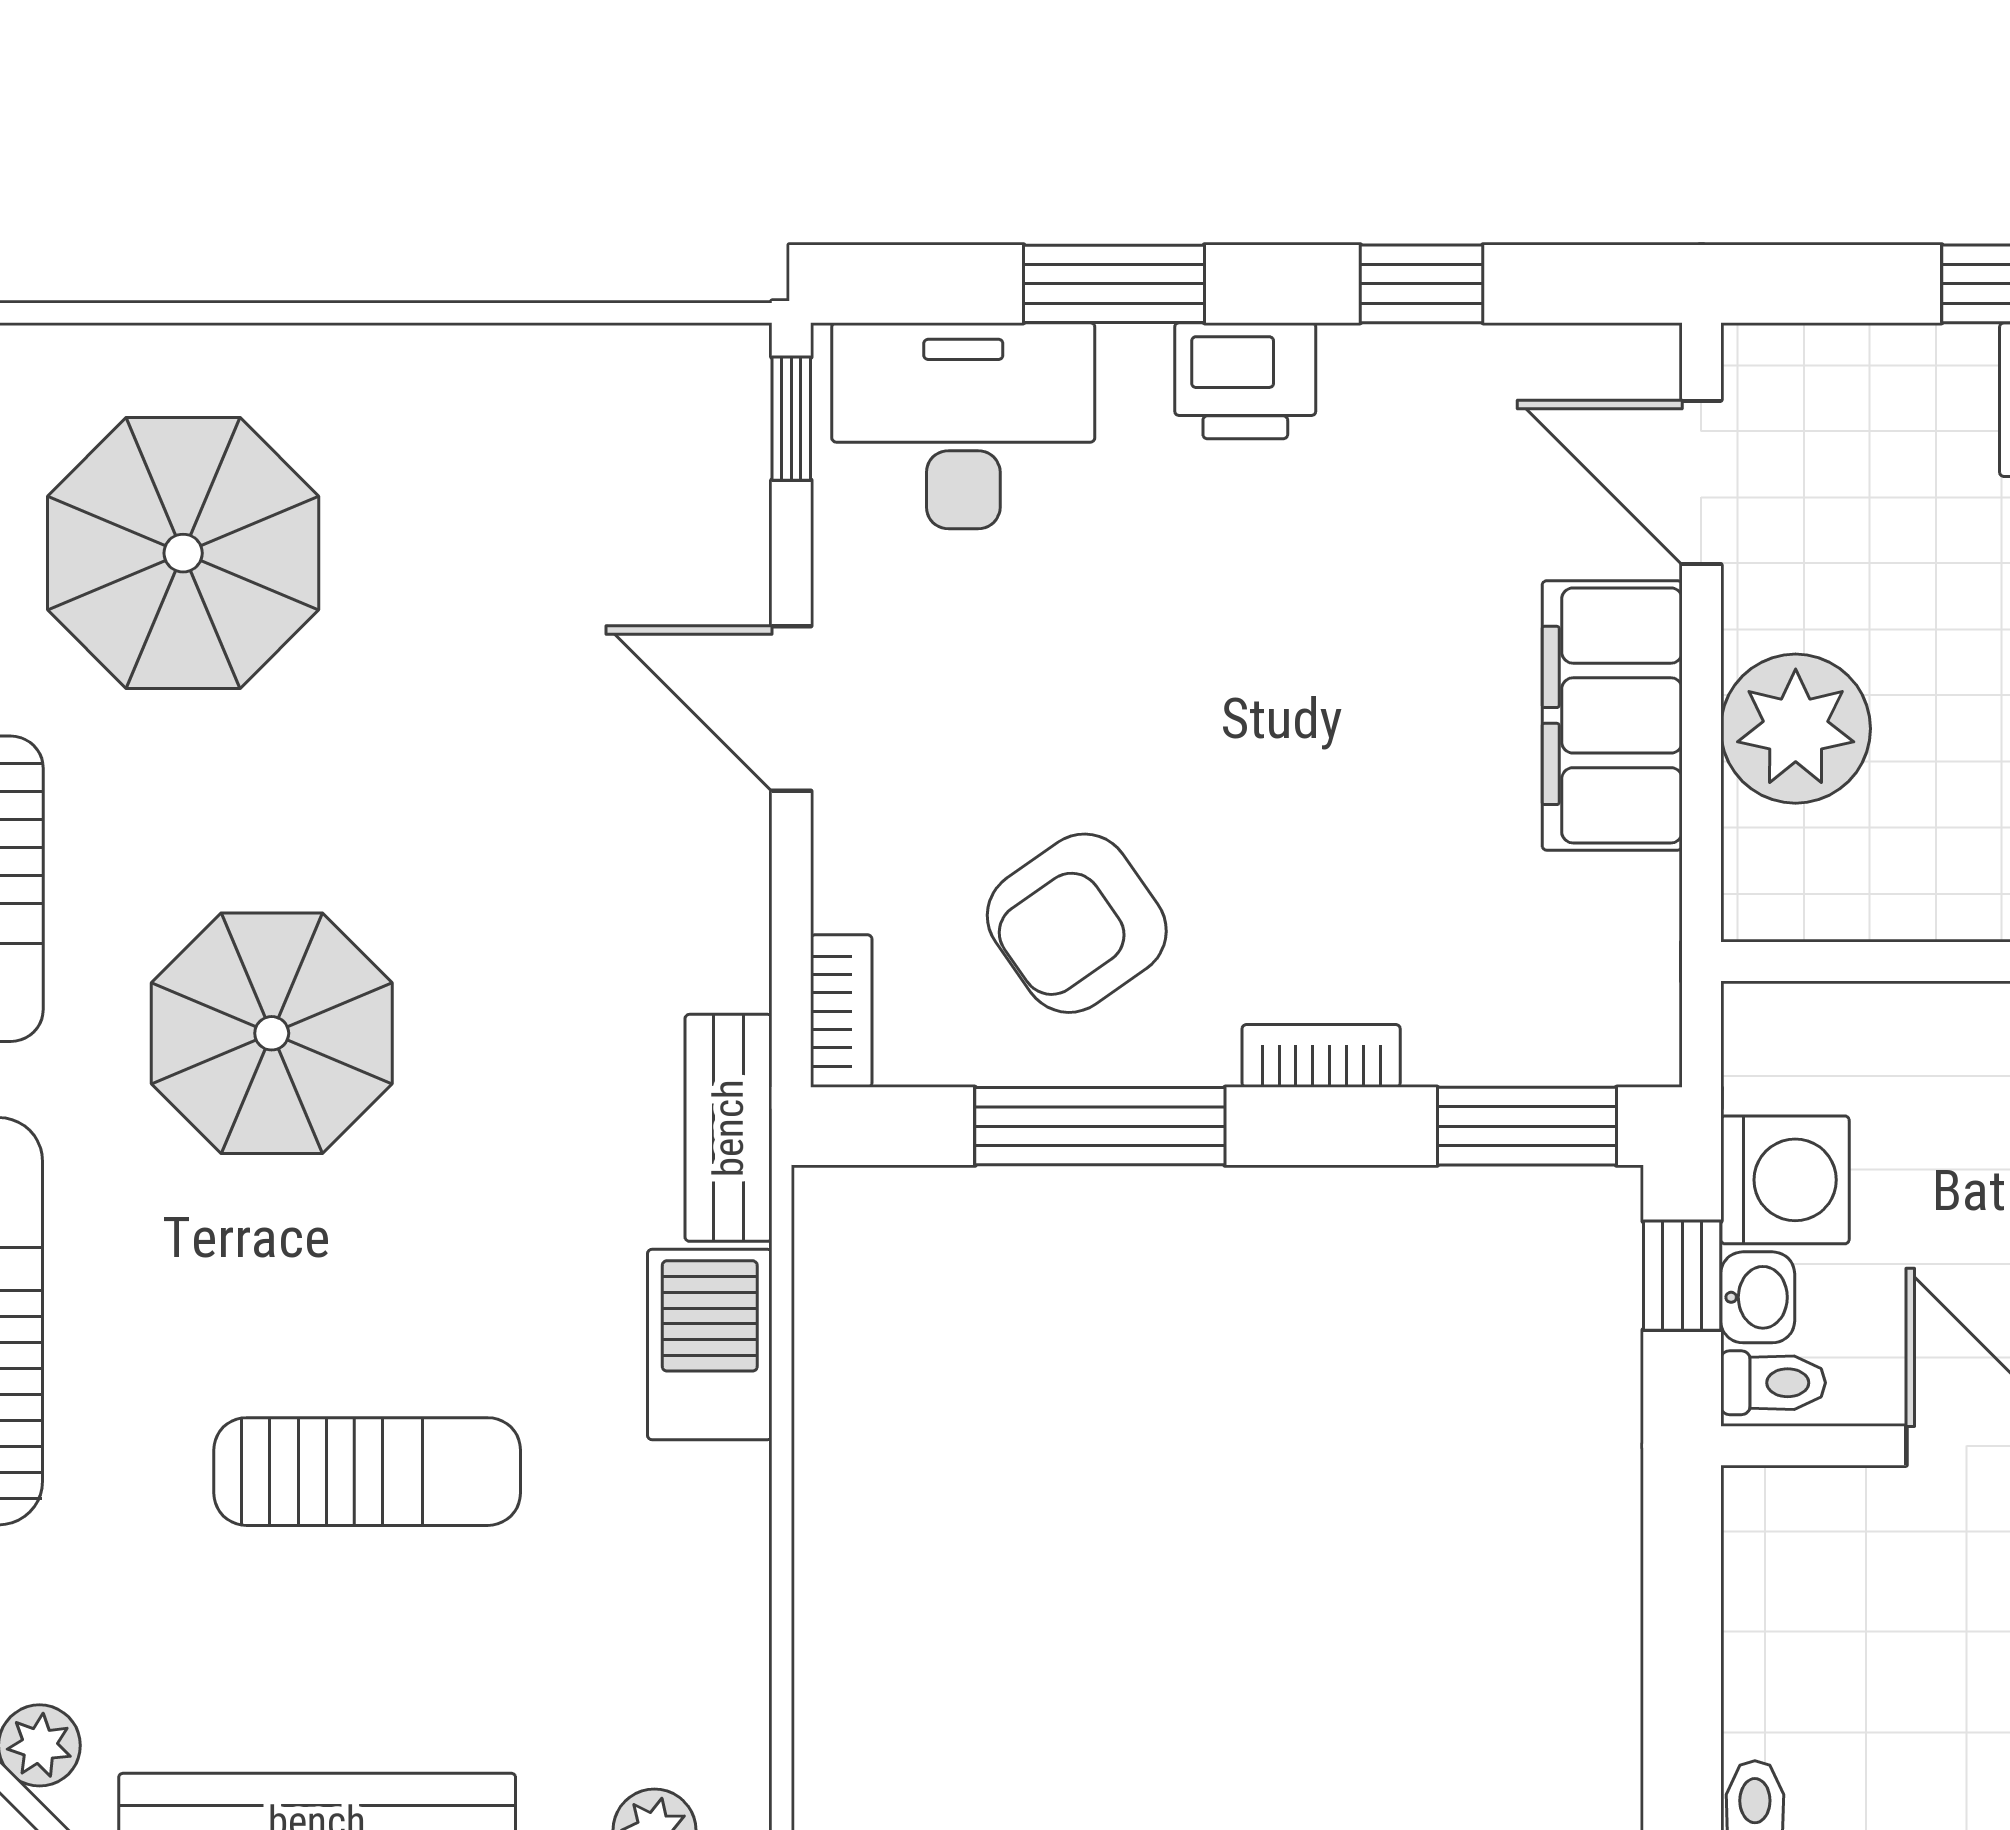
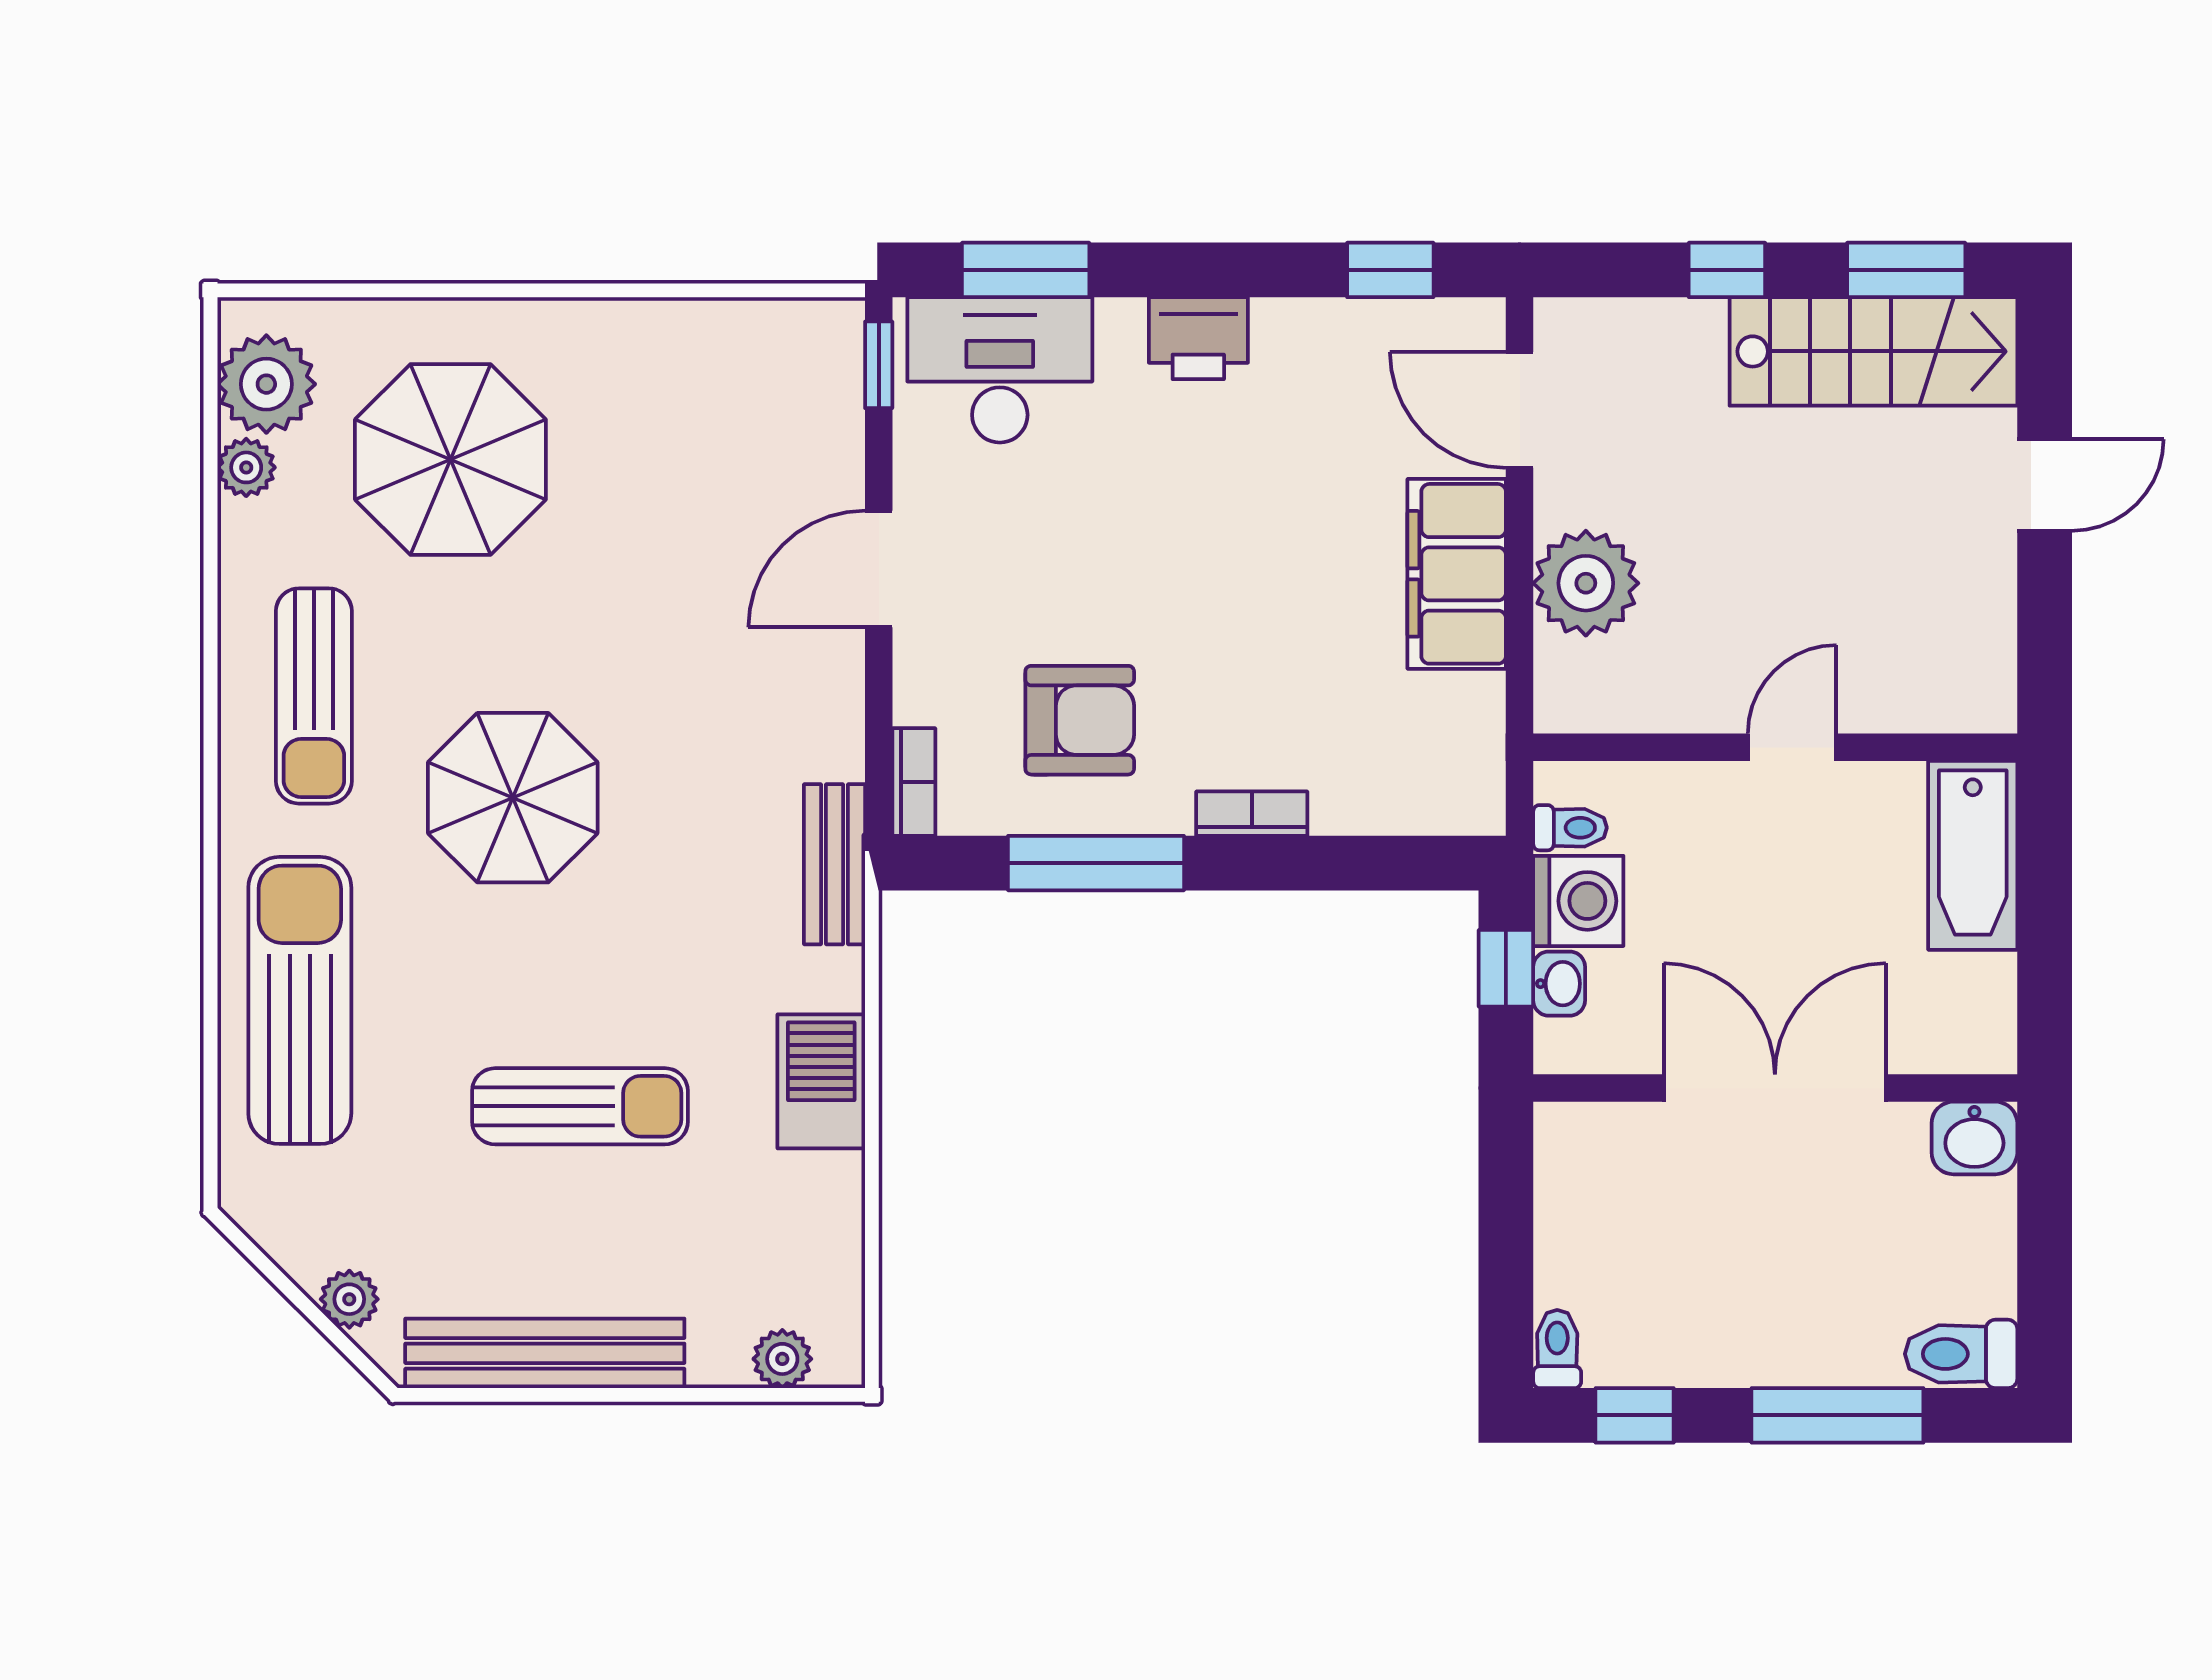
window: (1114, 284) -> (1026, 270), moved
window: (1422, 284) -> (1390, 270), moved
door: (791, 708) -> (879, 569), hinge flipped
armchair: (1077, 923) -> (1080, 720), turned -145
window: (1527, 1126) -> (1397, 863), removed
barbecue: (710, 1345) -> (821, 1081), moved
toilet: (1773, 1383) -> (1570, 828), moved

